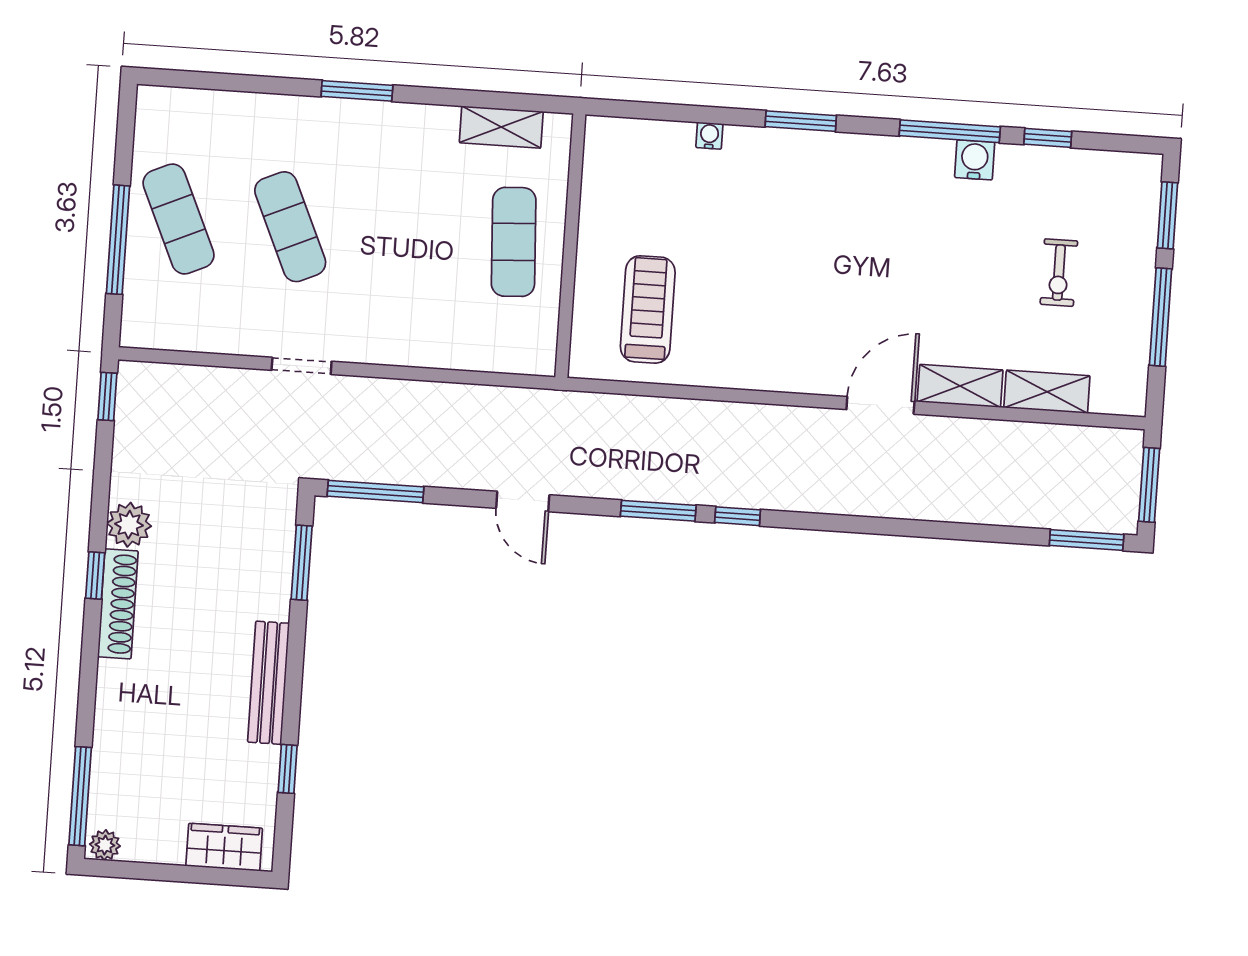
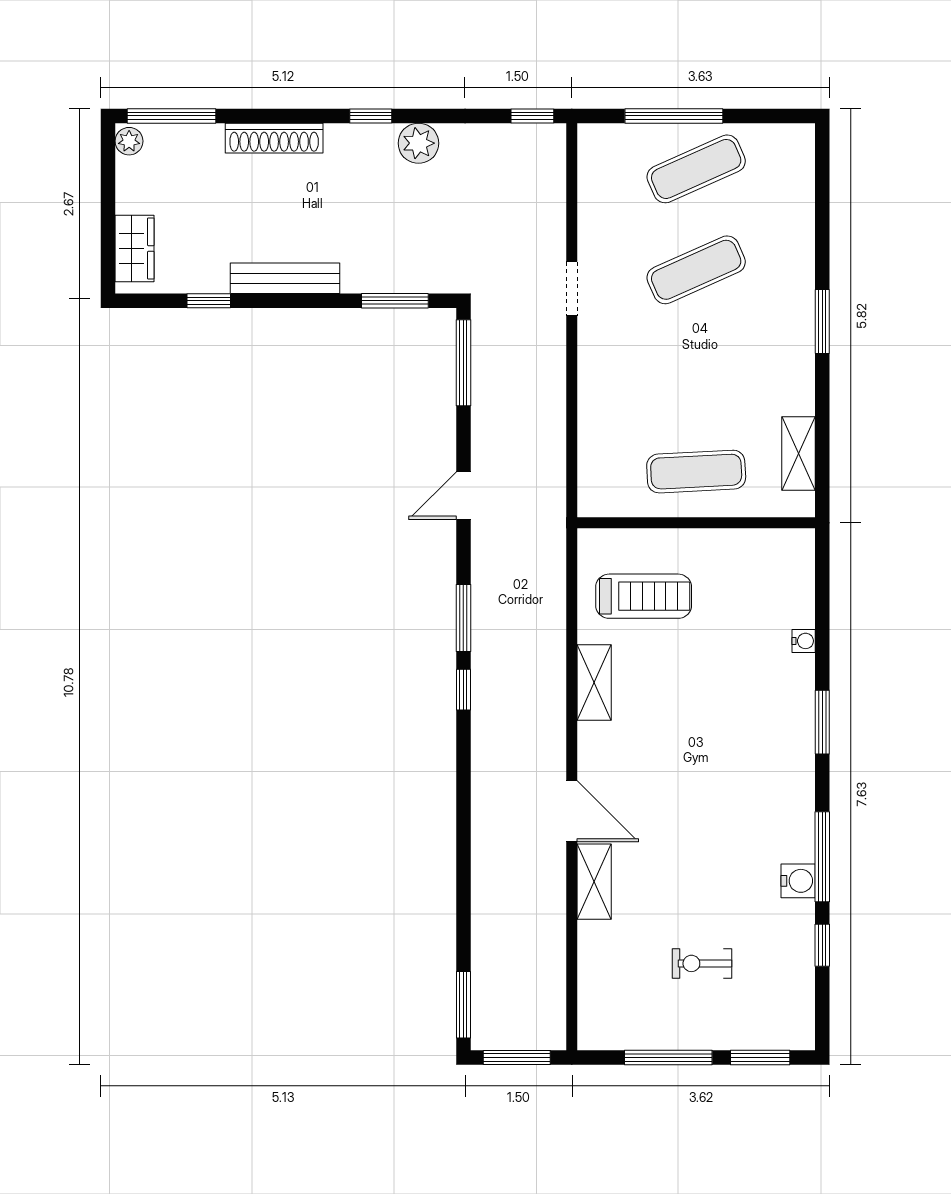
shelving: (1047, 392) -> (594, 683), moved
shoe rack: (118, 604) -> (274, 138), moved

